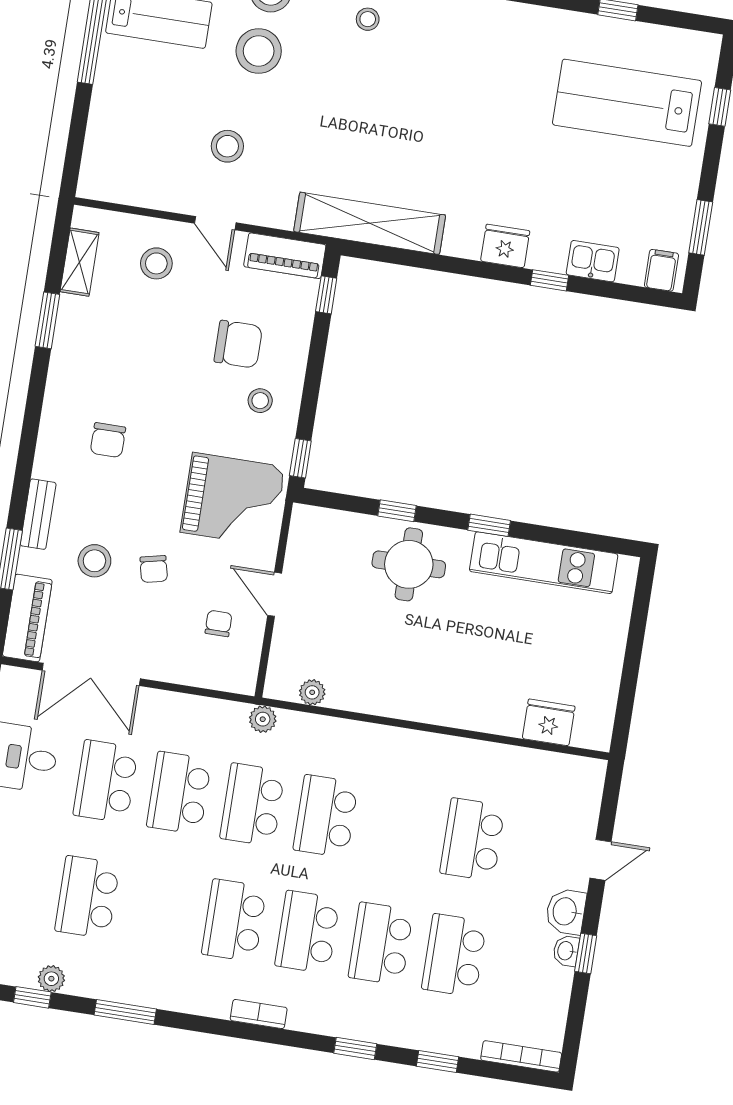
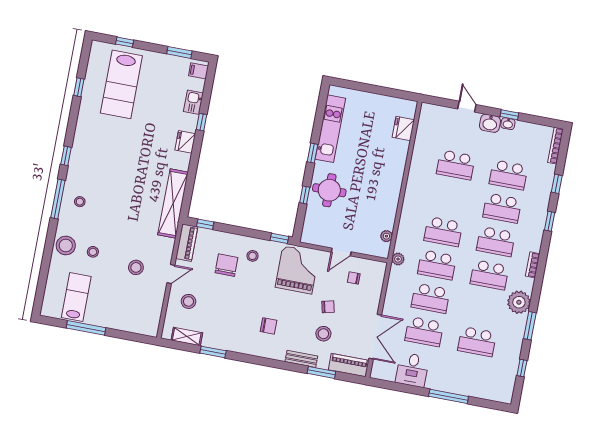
stool: (259, 51) -> (93, 252), width x0.53, depth x0.53
plant: (51, 979) -> (519, 302), moved, width x1.88, depth x1.88

